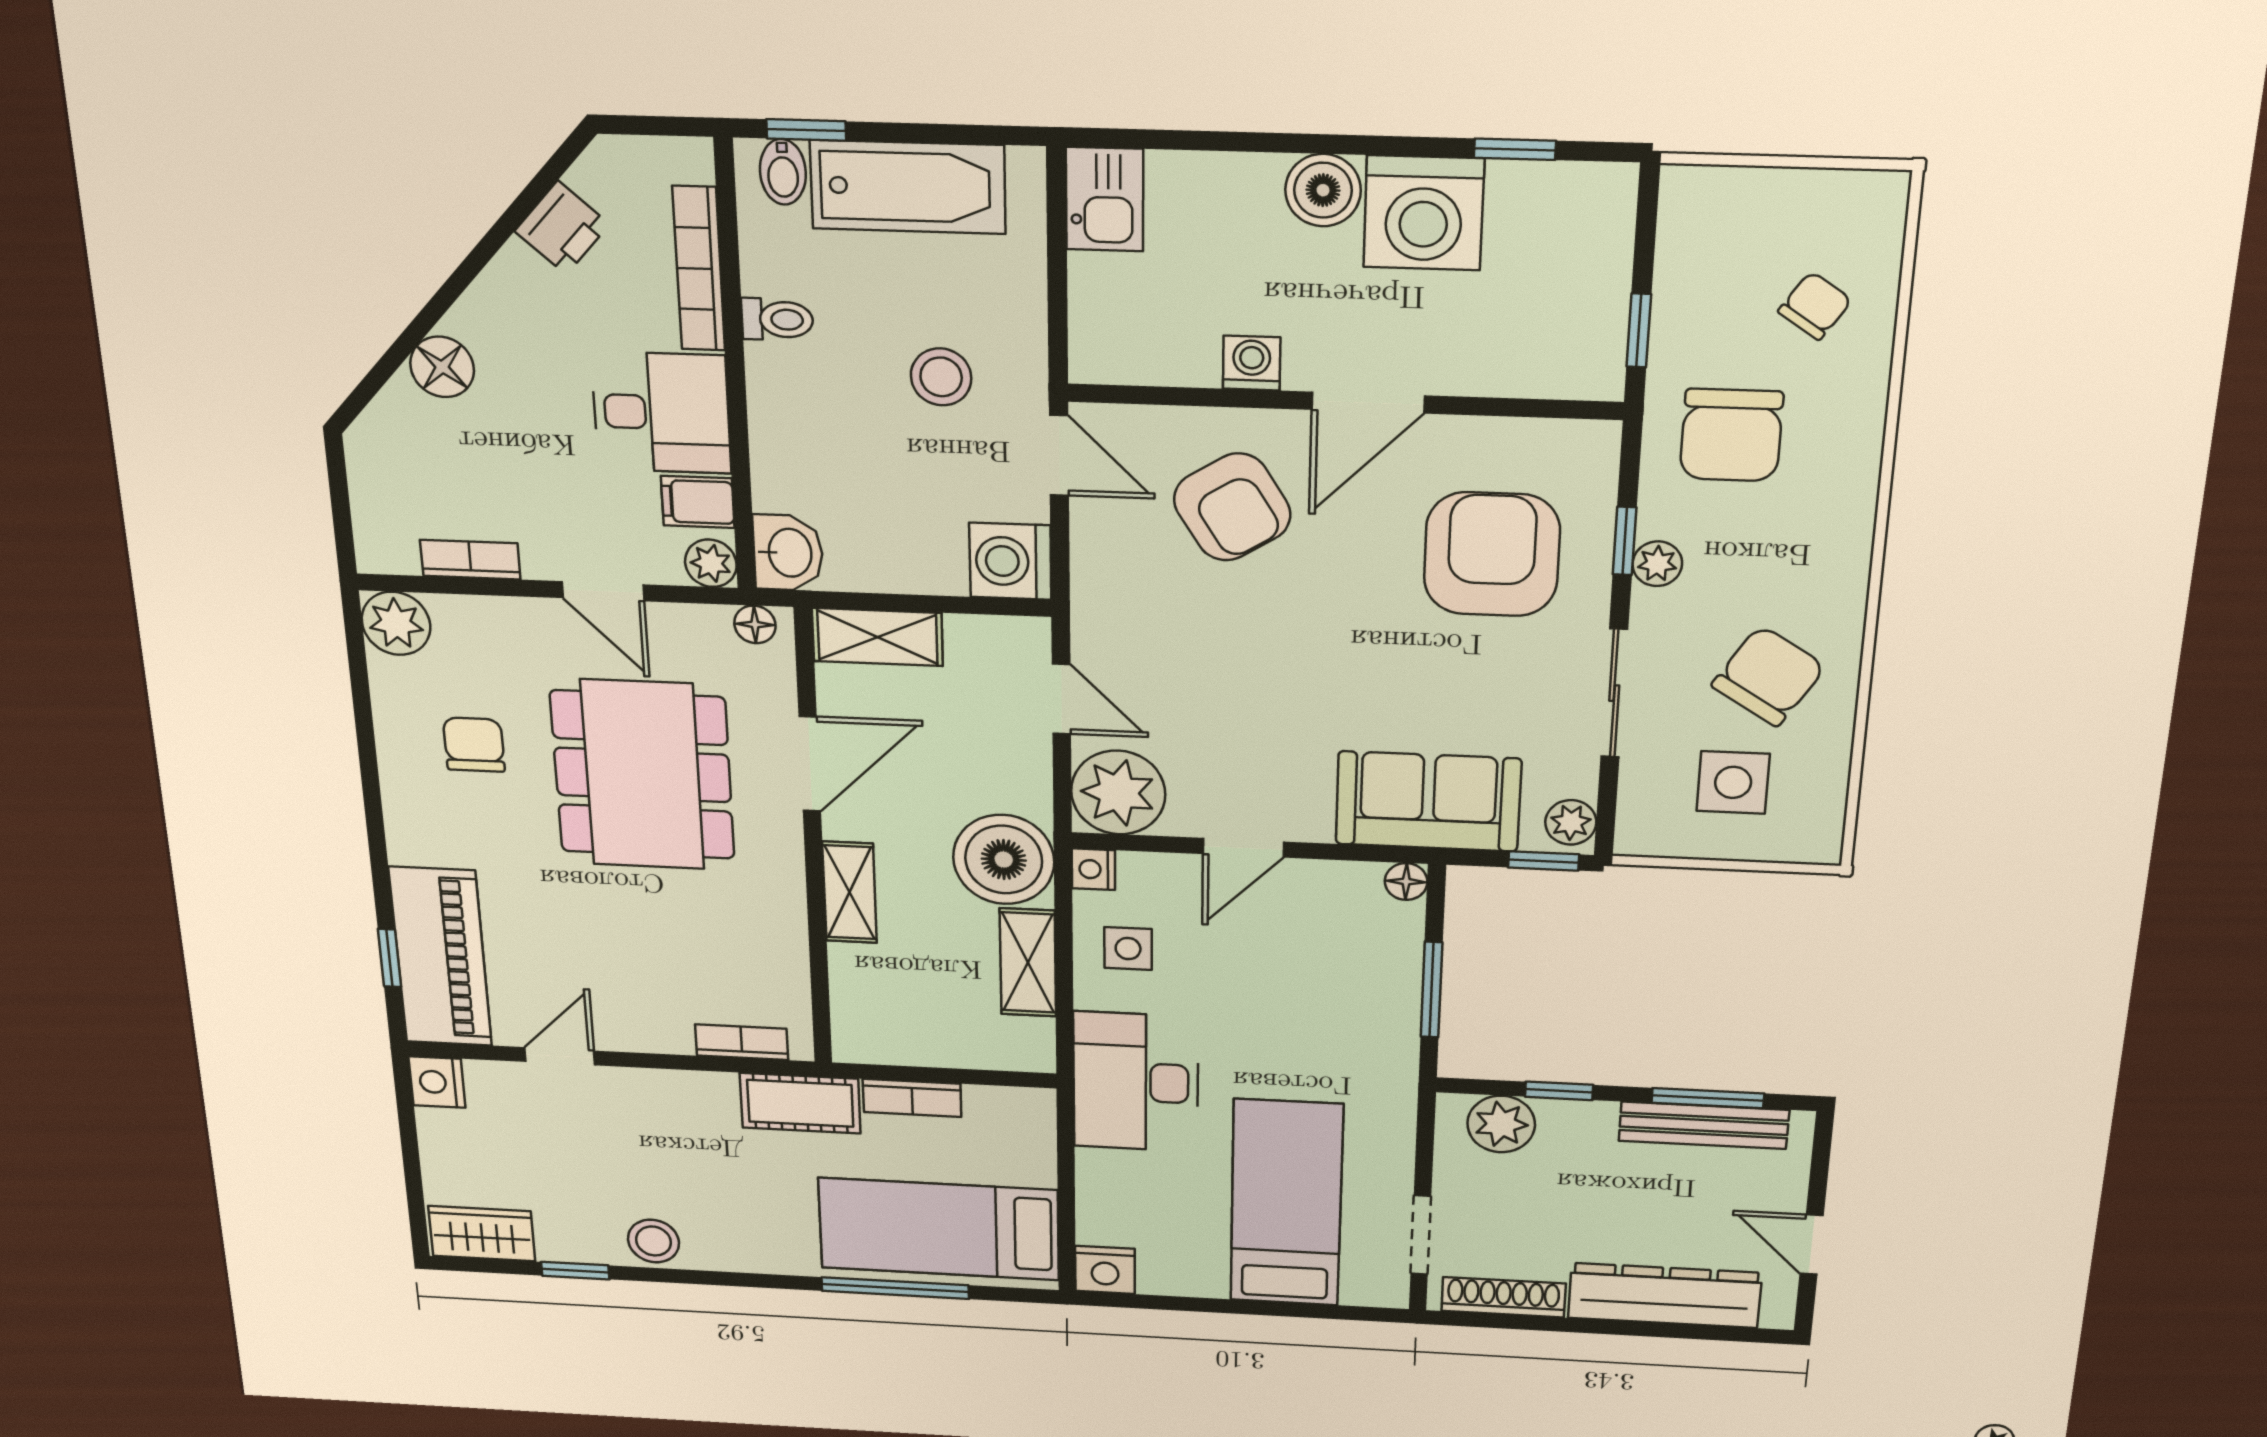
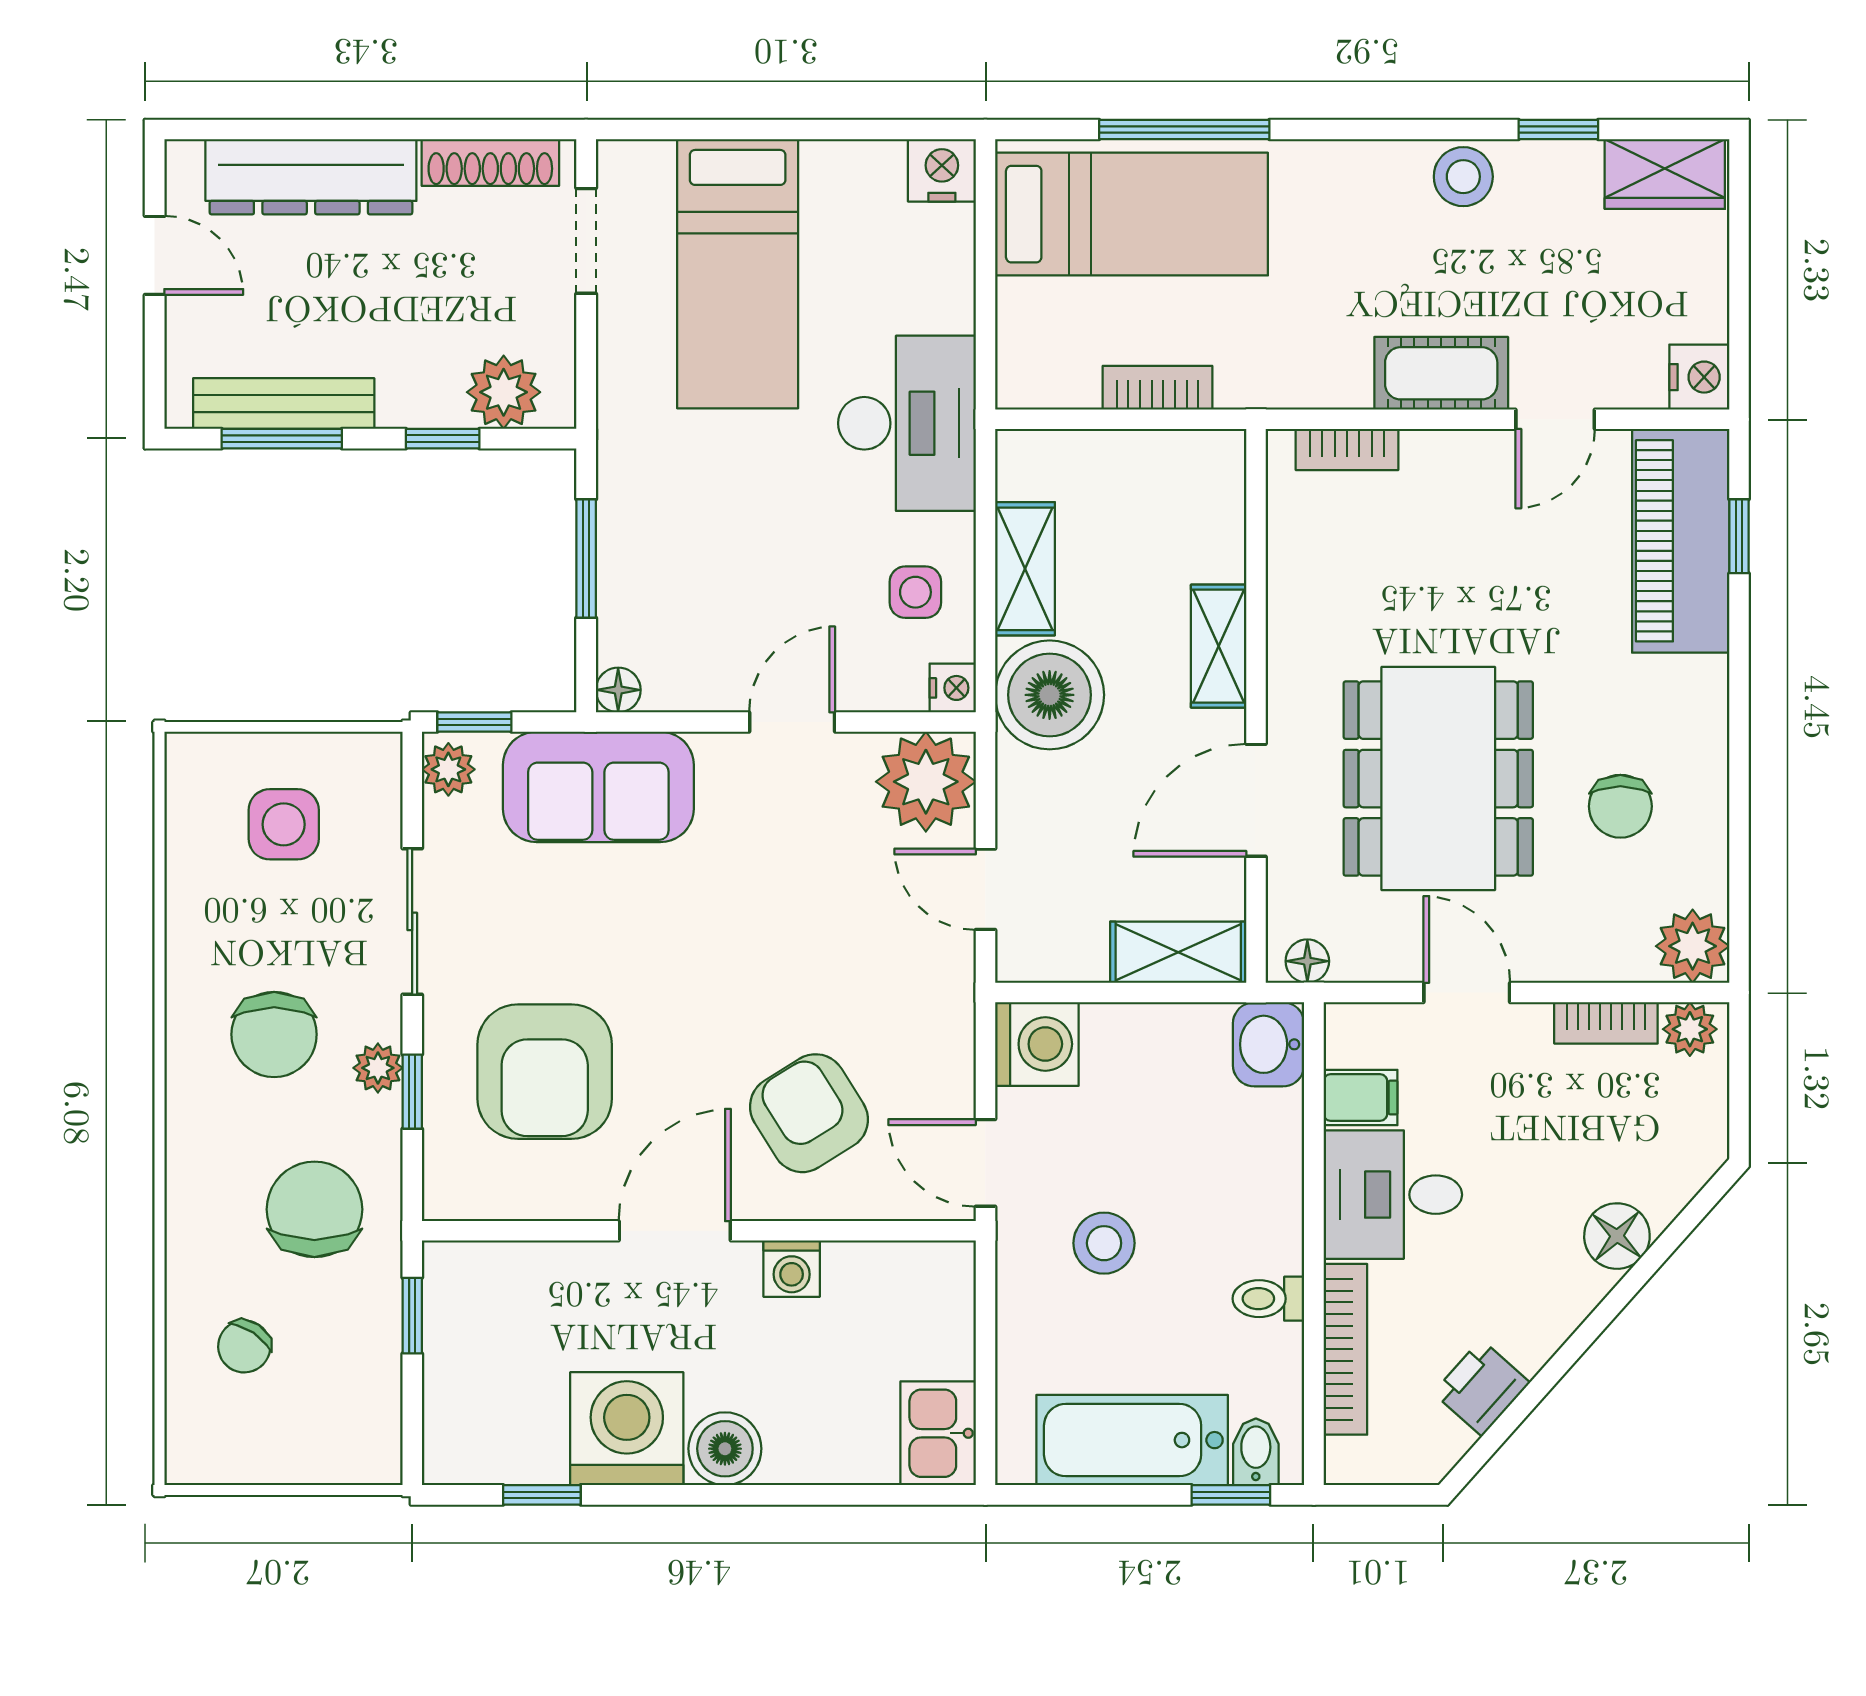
plant: (711, 563) -> (1690, 1029), moved
chair: (1769, 676) -> (274, 1034), moved, turned -32
cot: (800, 1103) -> (1441, 373), moved

